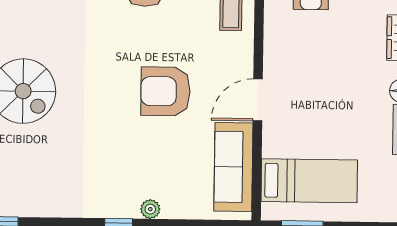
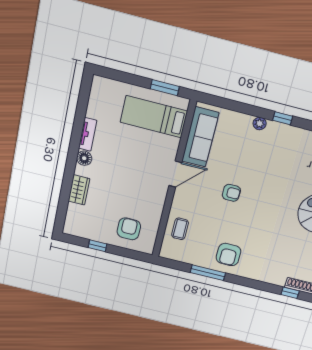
armchair: (165, 91) -> (231, 193), width x0.53, depth x0.53

